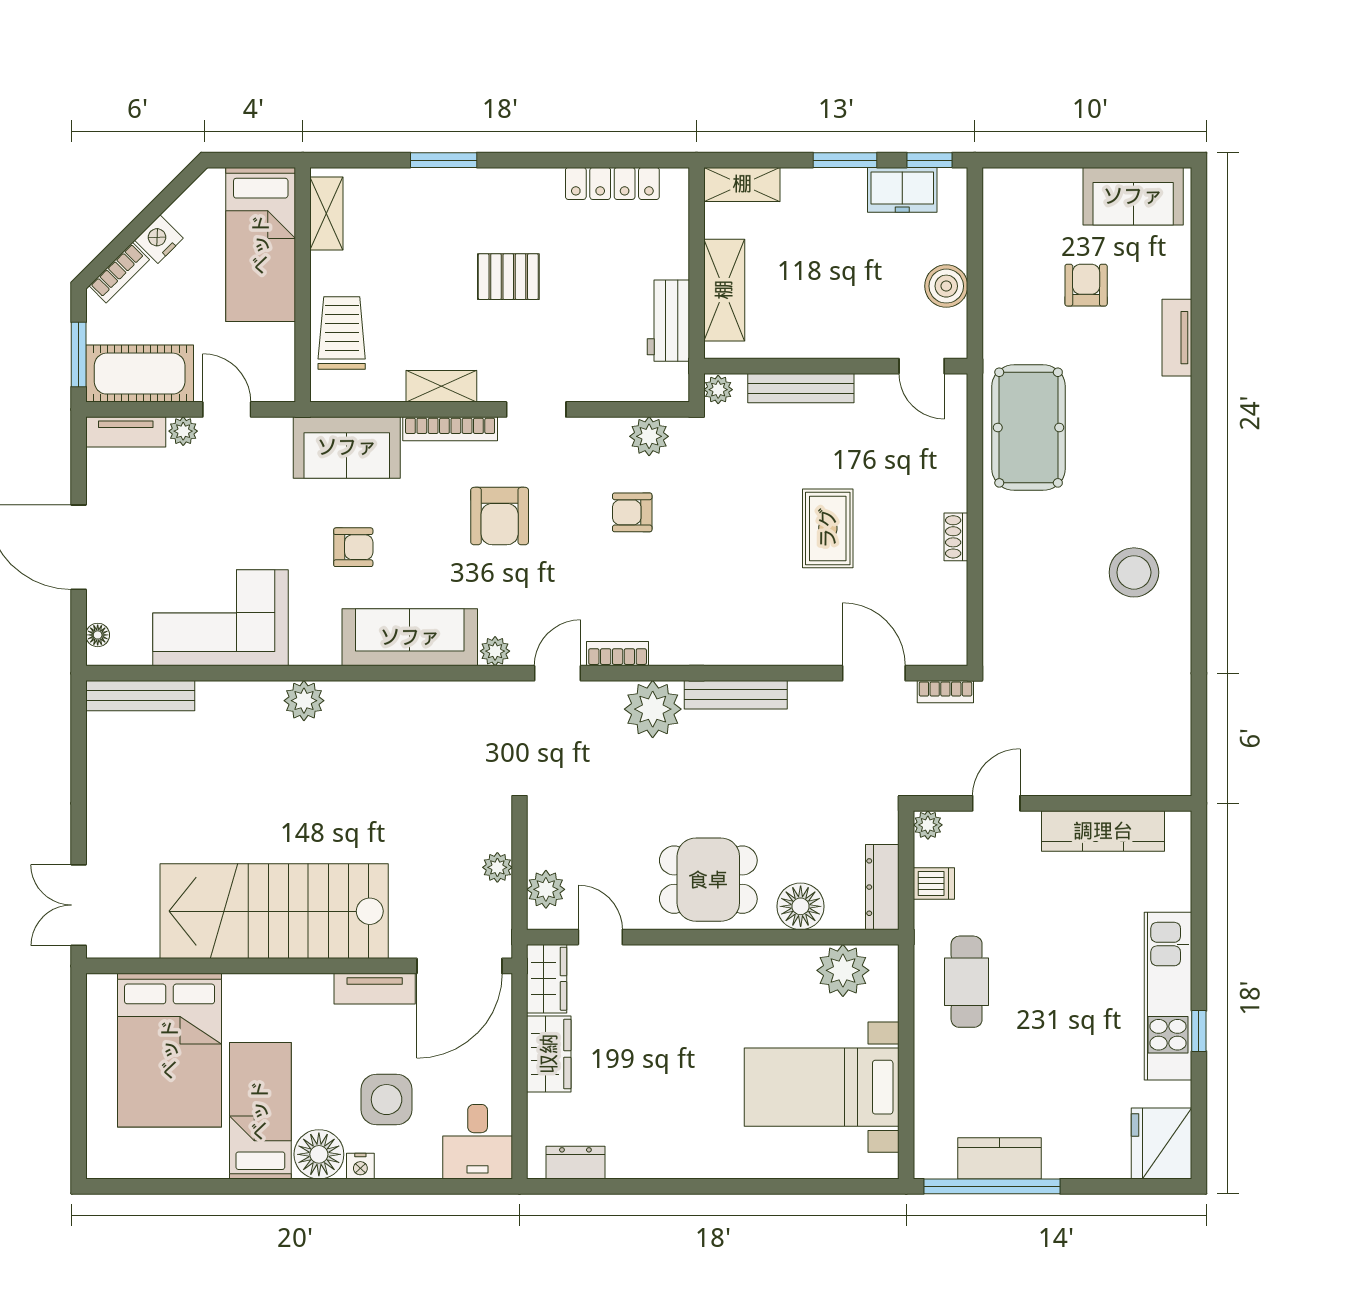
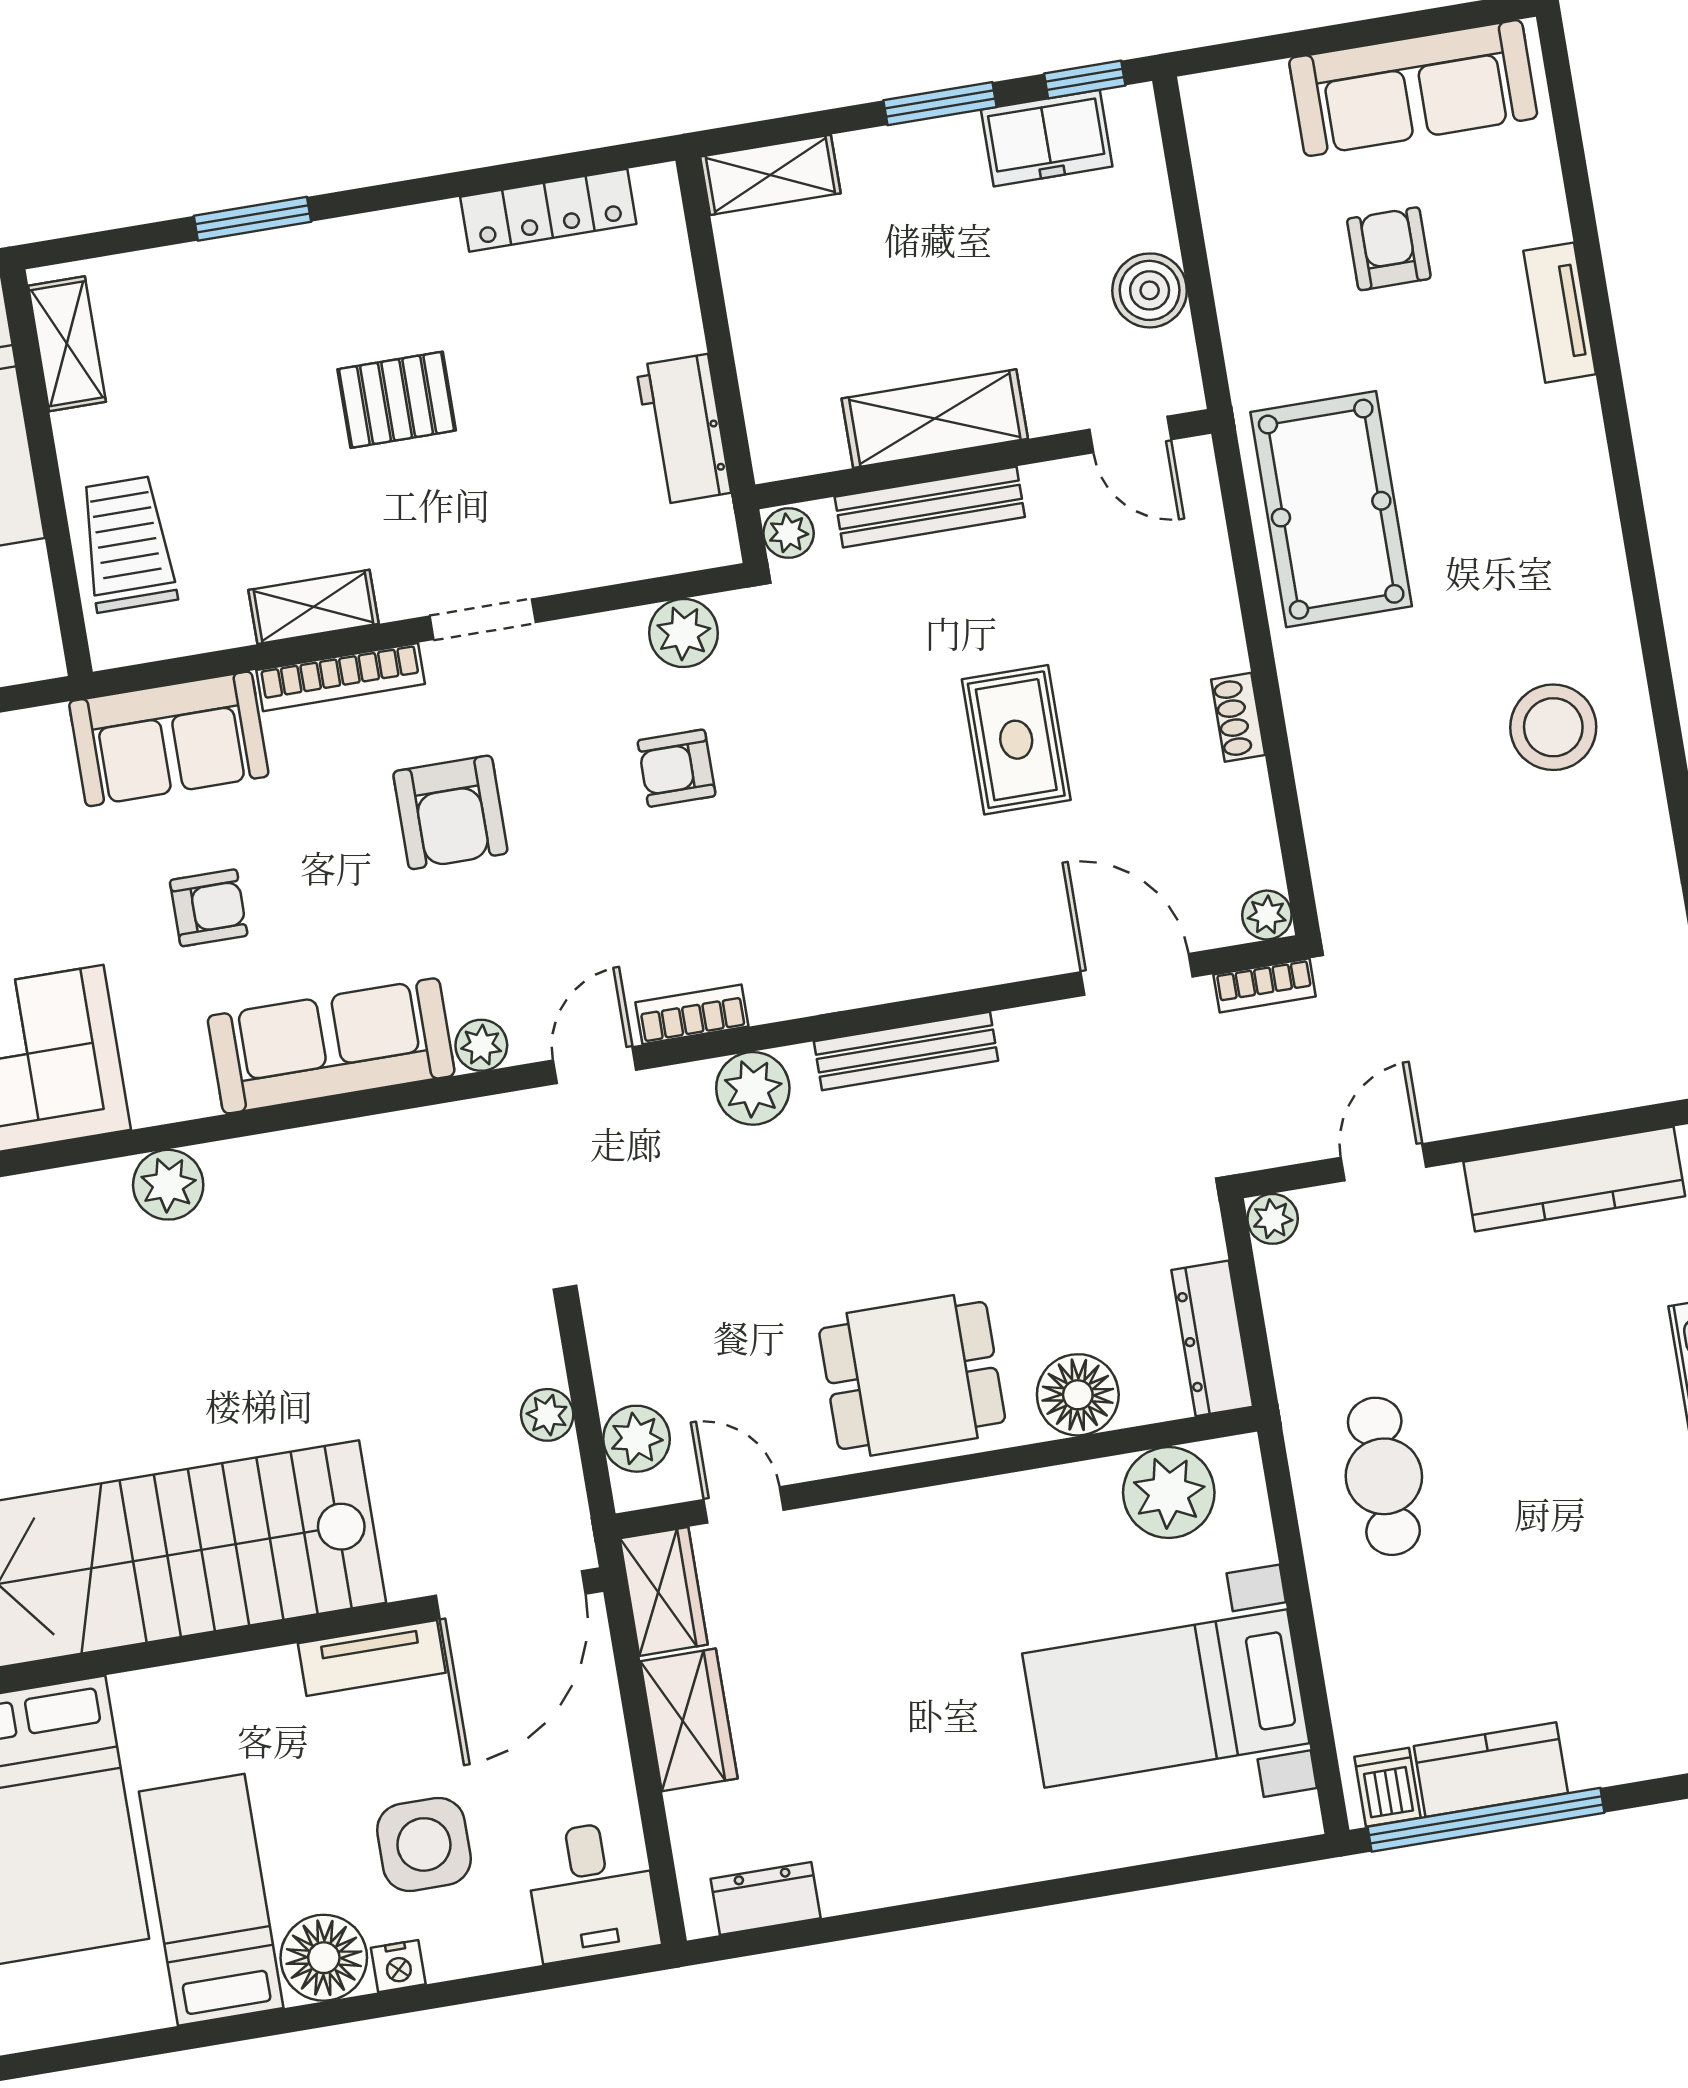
sofa: (1133, 196) -> (1413, 88), width x1.36
shelving: (724, 290) -> (935, 419), moved, turned 90
plant: (954, 652) -> (1267, 915), added
plant: (653, 709) -> (753, 1088), width x0.73, depth x0.73
dishwasher: (934, 884) -> (1388, 1787), moved, turned -90

